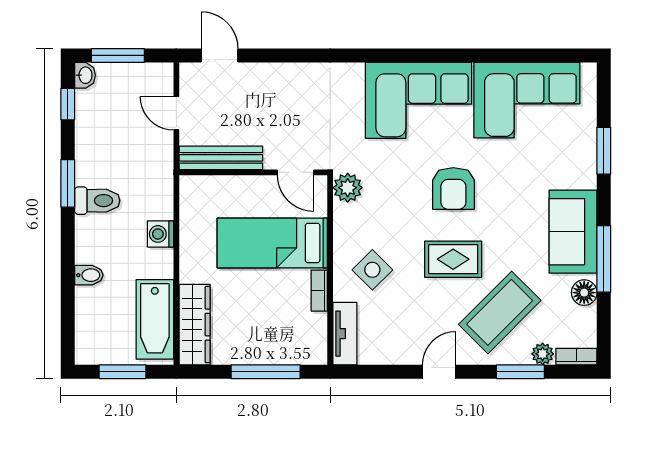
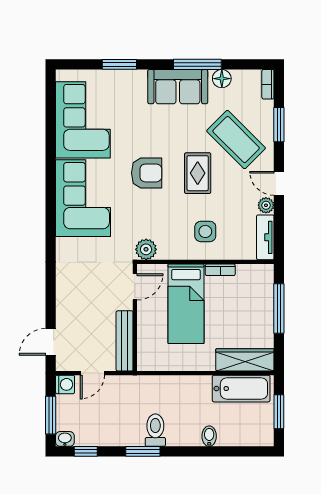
washing machine: (160, 234) -> (65, 384), moved, turned -90
side table: (372, 270) -> (205, 231), turned 45
tv unit: (345, 334) -> (265, 237), moved, turned -90
plant: (543, 354) -> (266, 205), moved

